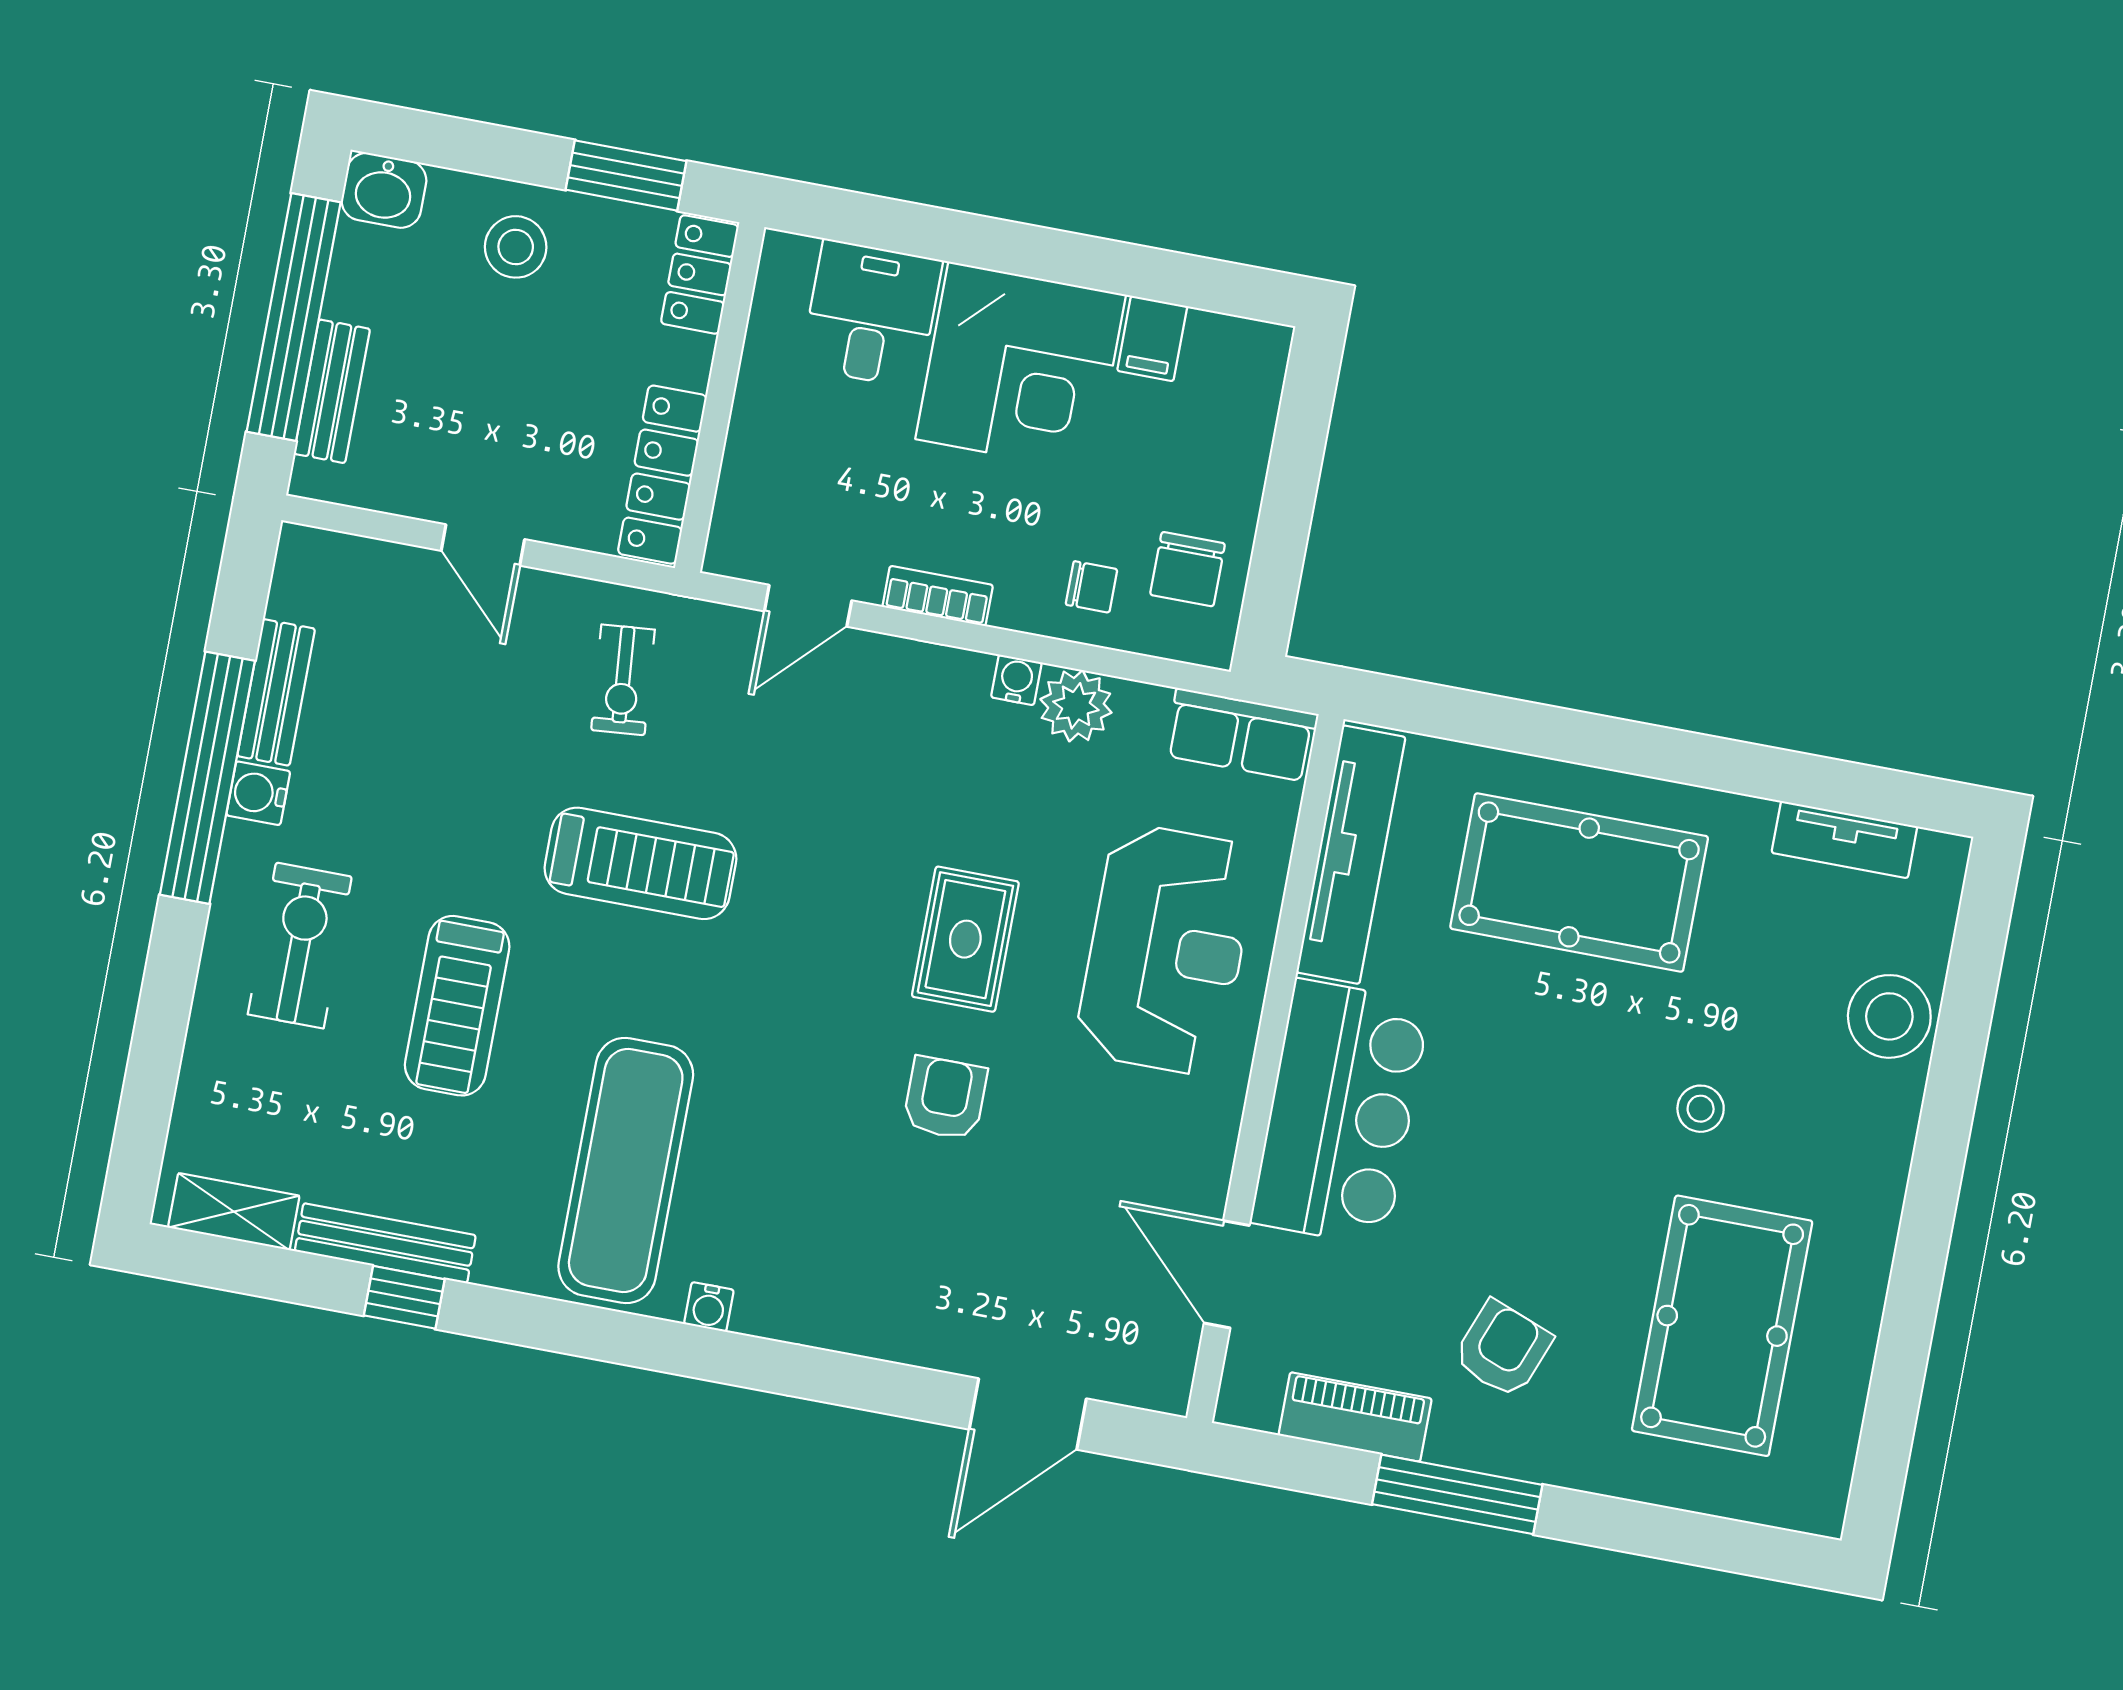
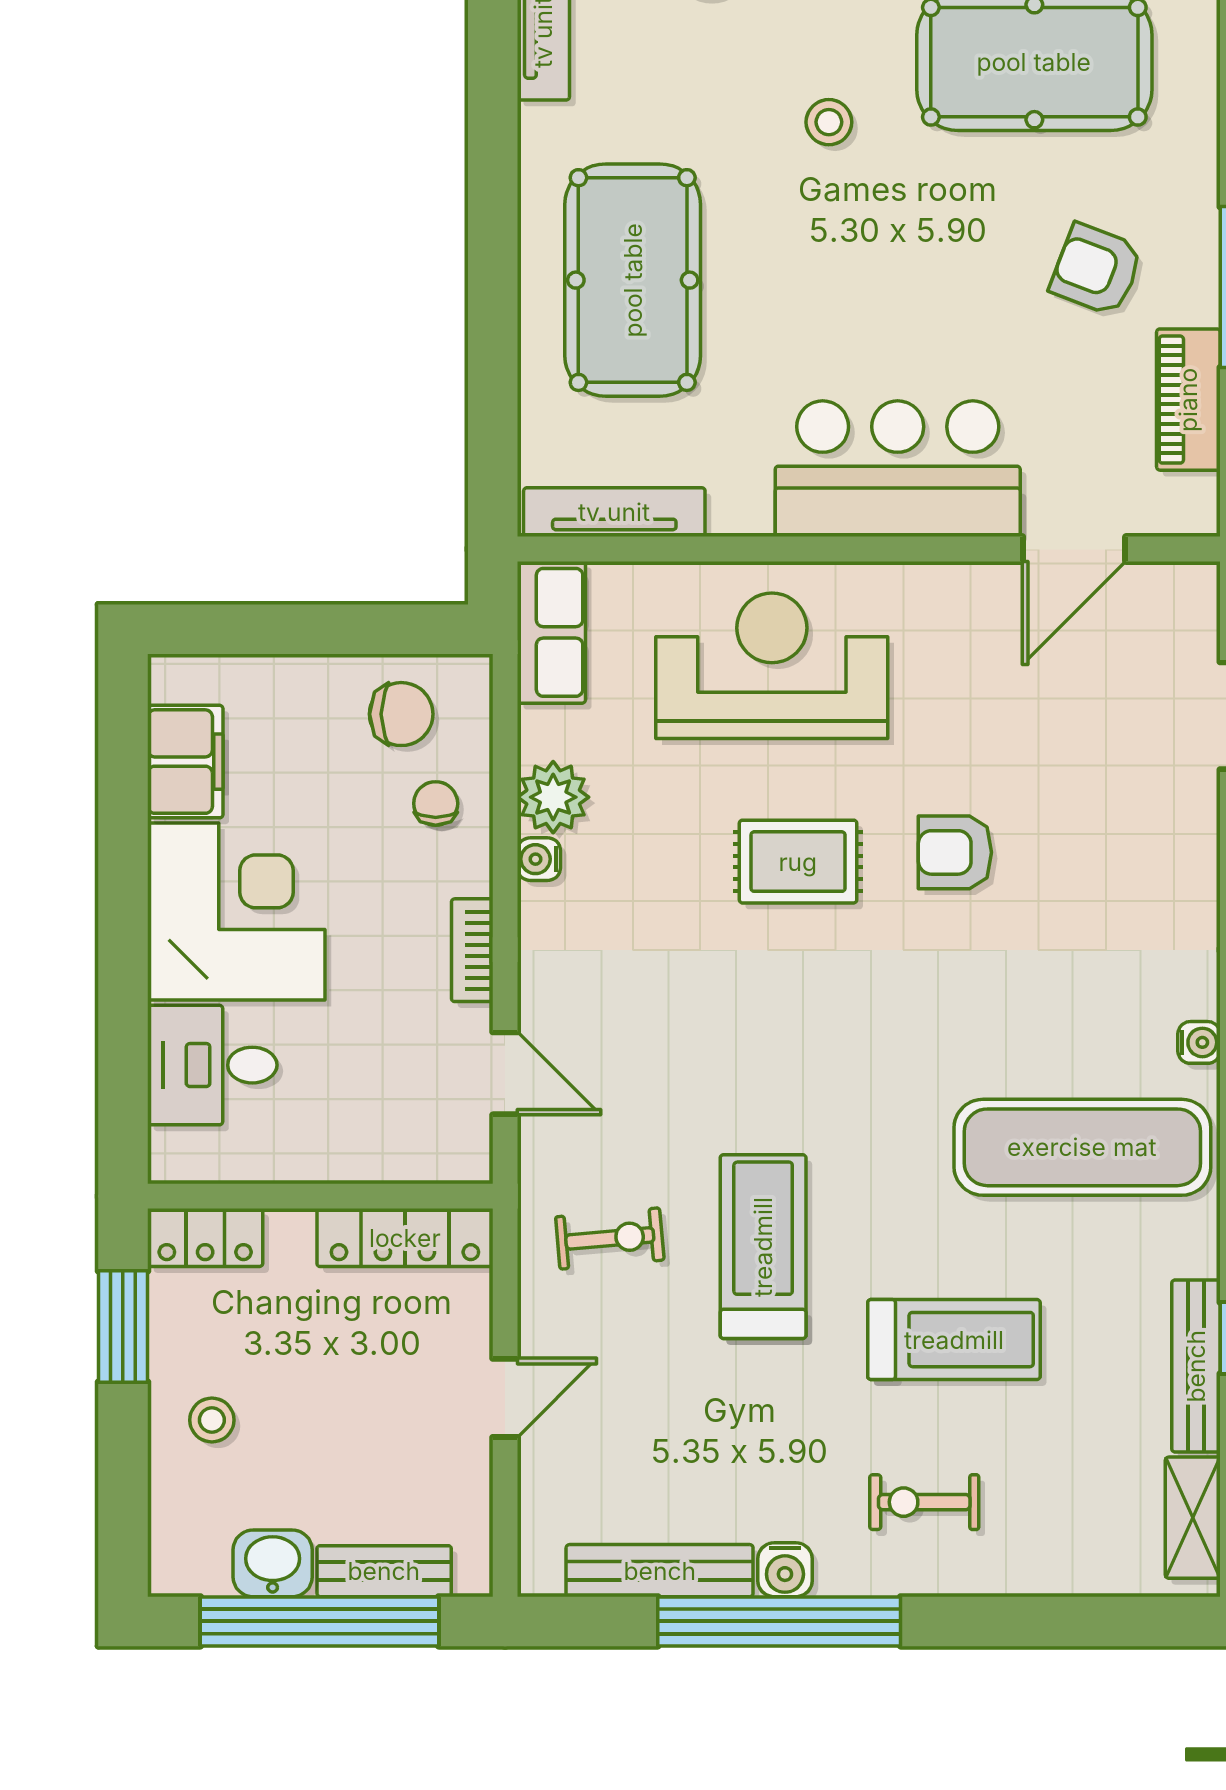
washbasin: (384, 190) -> (273, 1563), moved, turned -90
stool: (516, 247) -> (212, 1420), width x0.73, depth x0.73
filing cabinet: (1152, 338) -> (185, 762), width x2.00
bench: (276, 692) -> (660, 1571), width x1.36
tv unit: (1351, 855) -> (614, 512), width x0.73, depth x0.78
treadmill: (640, 863) -> (763, 1247), moved
exercise bike: (300, 945) -> (924, 1502), width x0.73, depth x0.72

